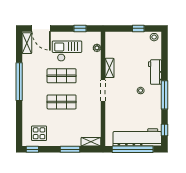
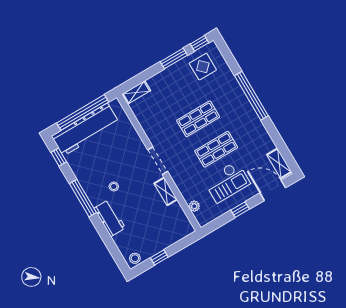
window: (80, 28) -> (240, 210), moved
window: (19, 82) -> (251, 96), moved
window: (70, 149) -> (174, 58), moved

